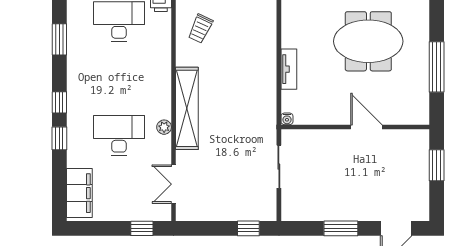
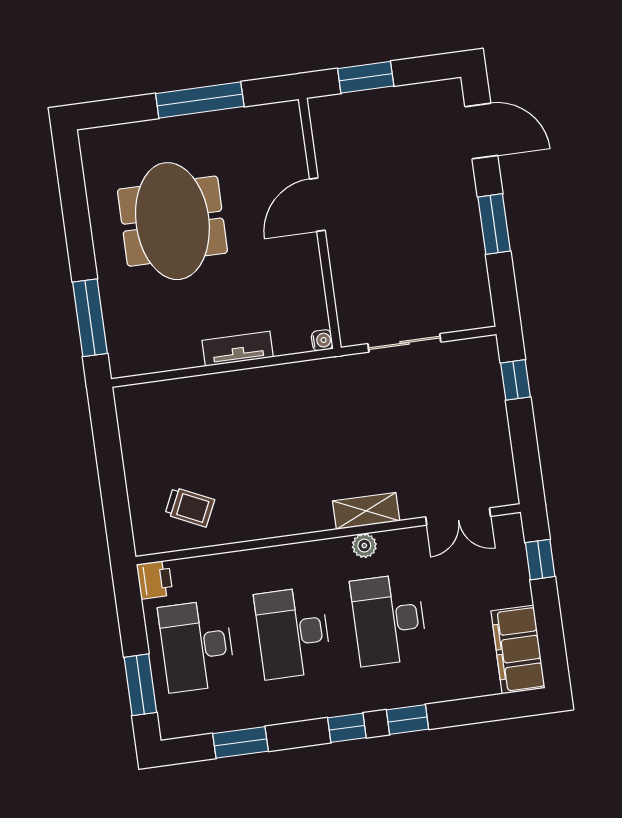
desk: (119, 78) -> (293, 633), added
shelving: (187, 108) -> (366, 511), width x0.45, depth x0.75
filing cabinet: (79, 193) -> (518, 650), moved, turned -90

